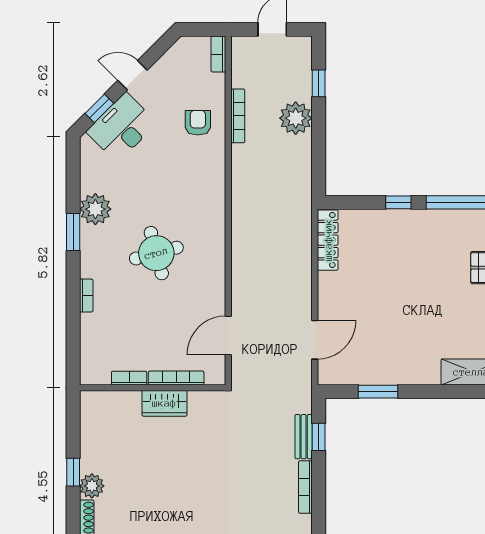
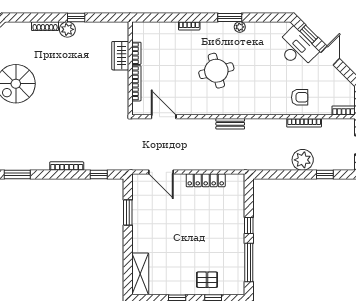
plant: (95, 209) -> (240, 27), width x0.53, depth x0.53
locker: (328, 240) -> (206, 180), moved
wardrobe: (164, 403) -> (120, 56), moved
bench: (304, 437) -> (230, 124), moved

